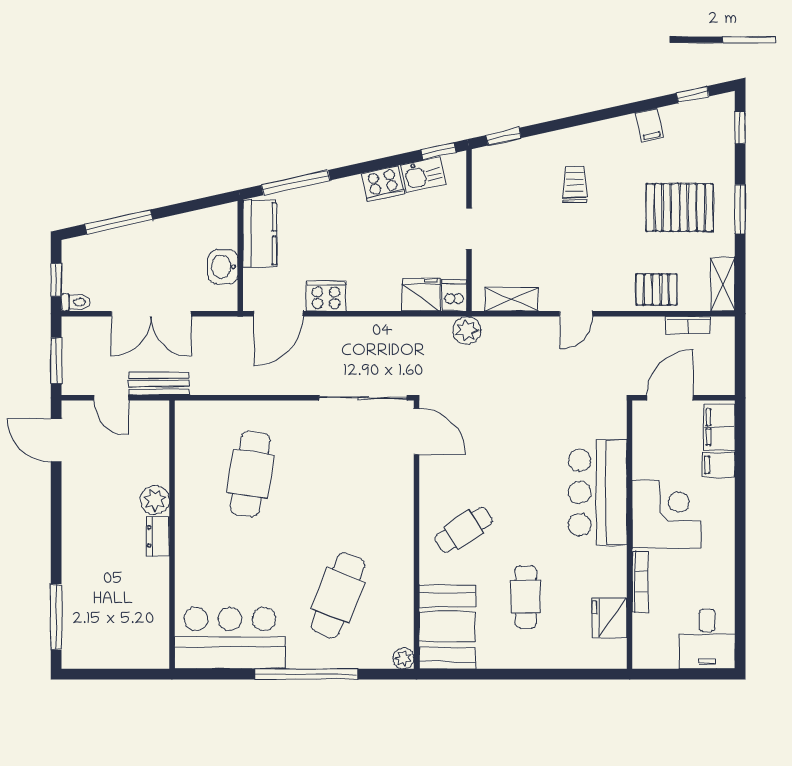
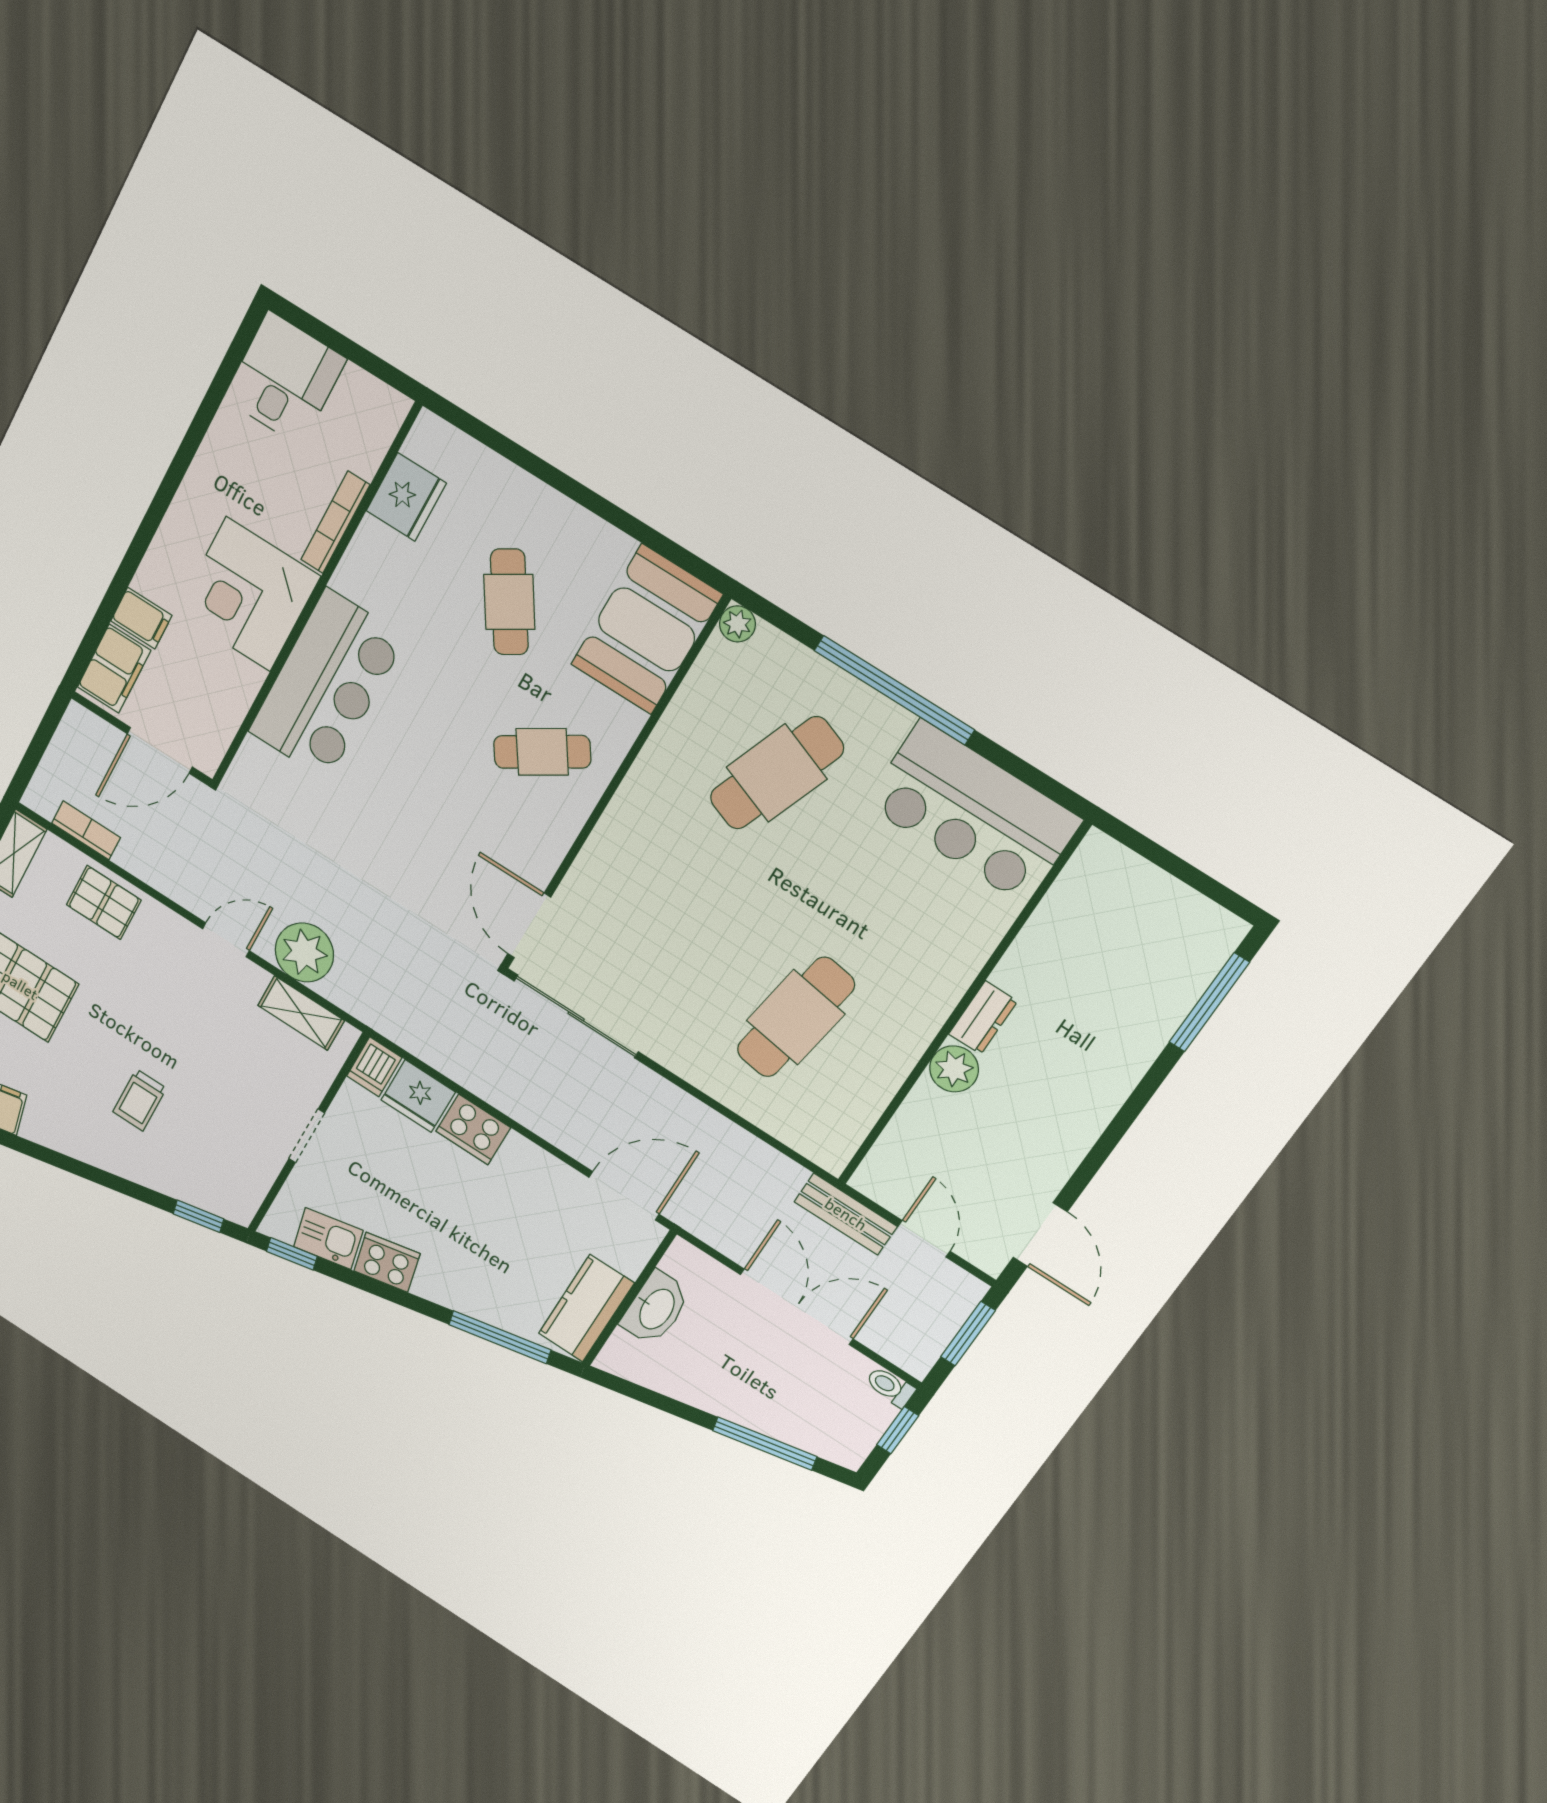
washbasin: (223, 267) -> (656, 1308), width x1.38
cooker: (326, 296) -> (473, 1129), moved
plant: (467, 330) -> (304, 952), moved, width x1.36, depth x1.36
cafe table: (526, 597) -> (509, 602), turned -32

